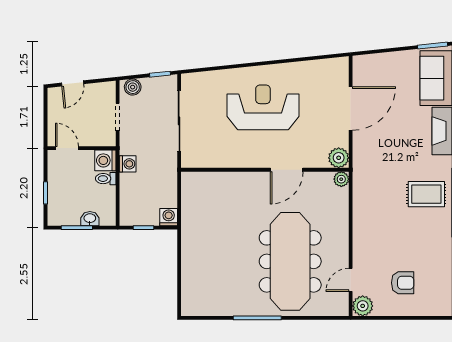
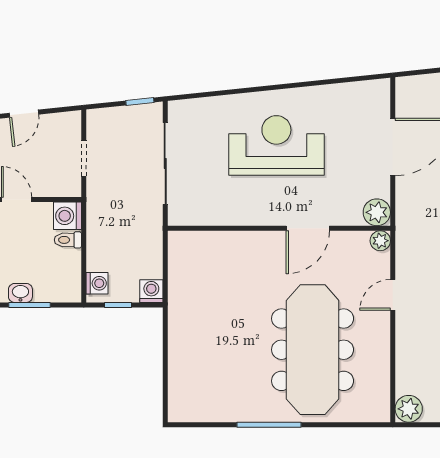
boiler: (133, 87) -> (104, 119), removed
washing machine: (128, 164) -> (97, 283), moved
washbasin: (90, 219) -> (20, 293), moved
door: (351, 280) -> (393, 295), moved

